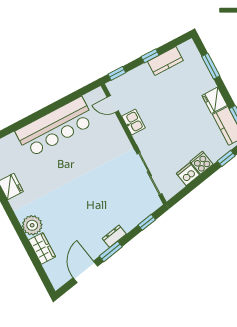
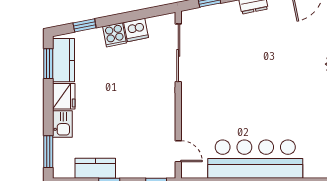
window: (211, 66) -> (48, 152), moved
kitchen sink: (134, 122) -> (62, 124), moved, turned 180

